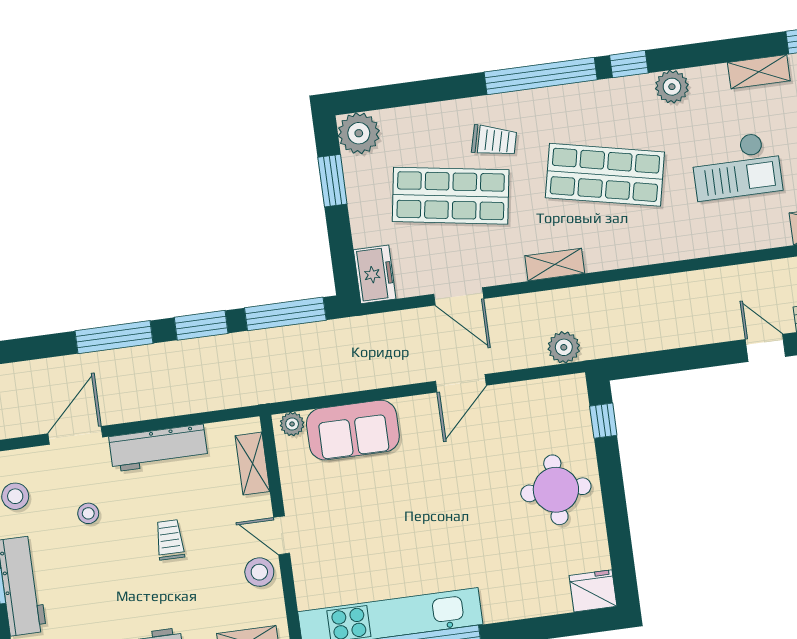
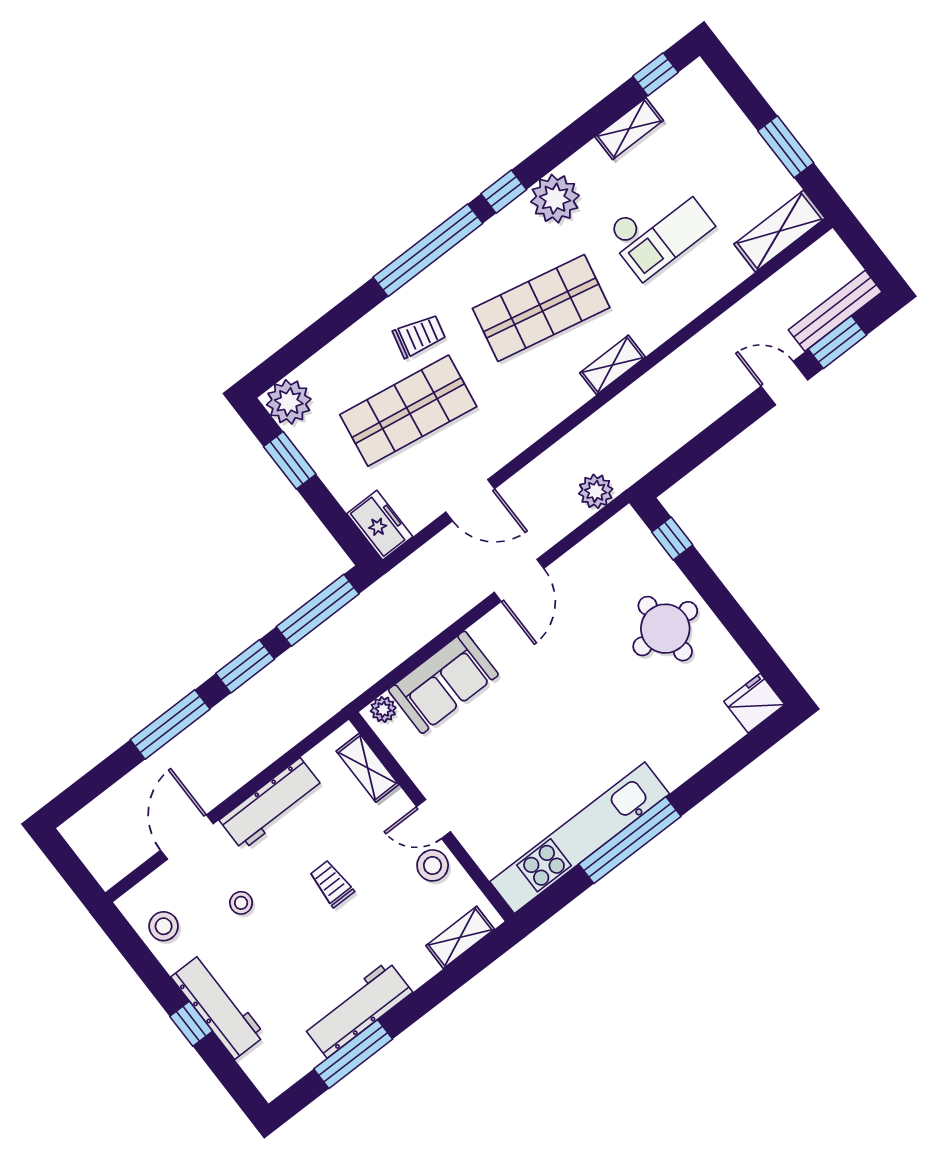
plant: (672, 87) -> (555, 199), width x1.36, depth x1.36
shelving: (555, 265) -> (613, 365), moved

